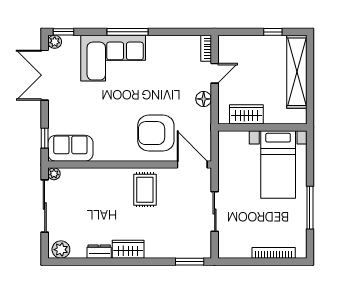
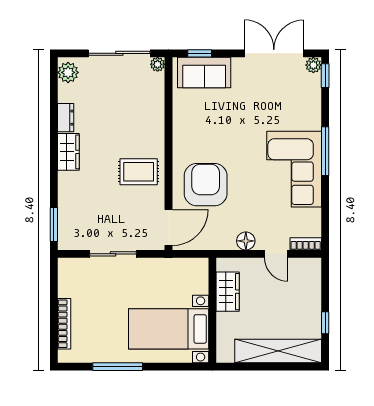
corner sofa: (113, 58) -> (294, 169), moved
sofa: (70, 148) -> (204, 73), moved, turned 90

